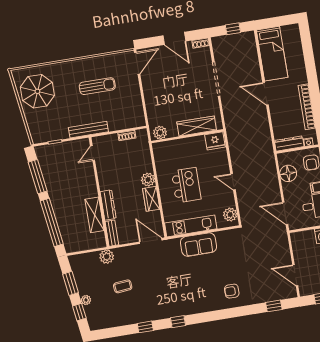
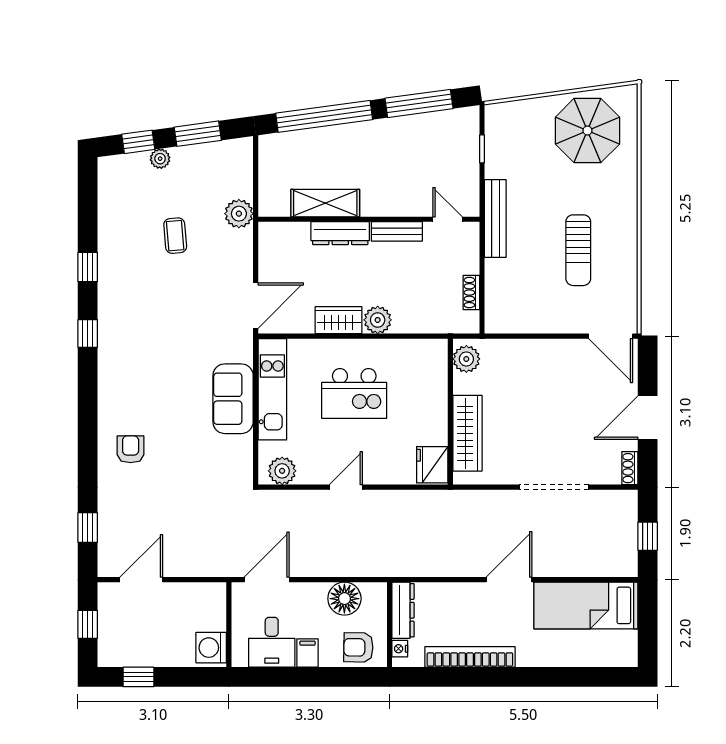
bench: (112, 233) -> (397, 231), moved

